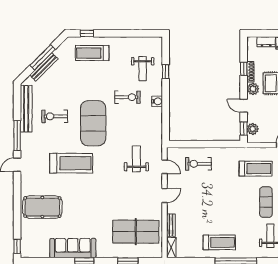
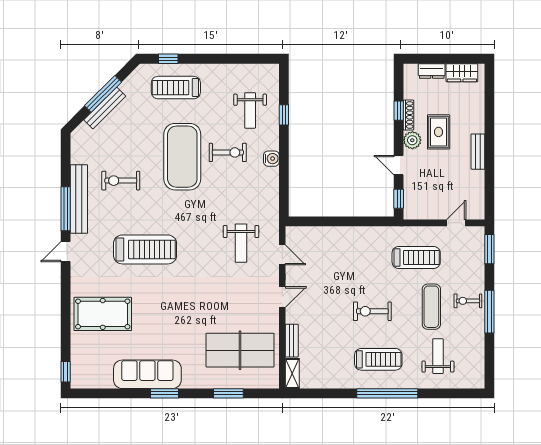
bench: (26, 109) -> (79, 199), moved
exercise mat: (93, 123) -> (182, 157), moved
plant: (253, 129) -> (412, 199), removed
weight bench: (136, 159) -> (241, 243), turned 180
exercise bike: (198, 164) -> (372, 311), moved
treadmill: (219, 242) -> (378, 359), moved

